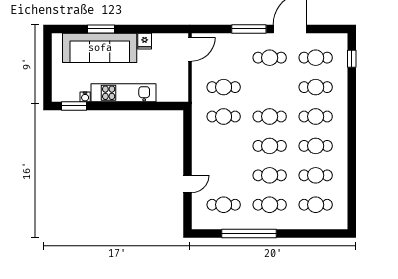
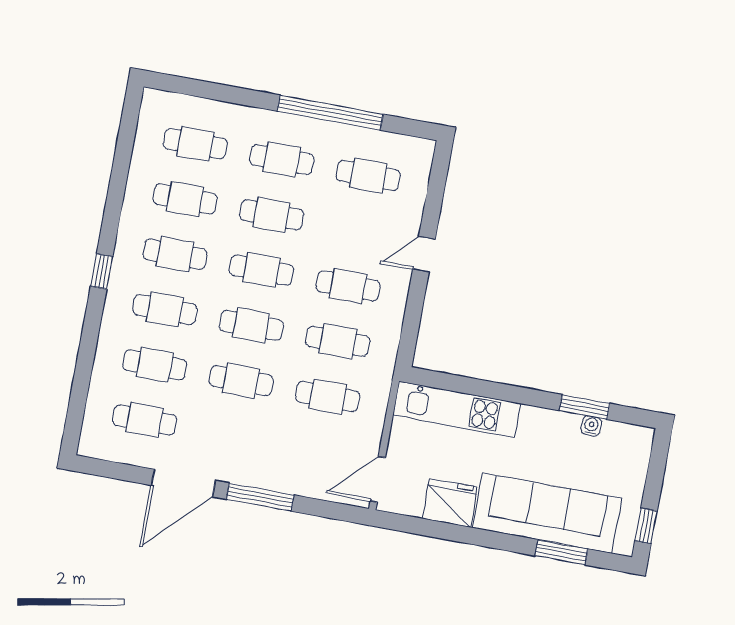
window: (101, 29) -> (561, 552), moved
fridge: (145, 41) -> (450, 503), width x1.88, depth x1.34
window: (47, 51) -> (646, 526), added
cafe table: (270, 58) -> (241, 381), moved
window: (352, 59) -> (102, 271), moved
kitchen unit: (123, 93) -> (457, 409), moved
window: (74, 106) -> (585, 407), moved
cafe table: (224, 146) -> (348, 286), added
door: (187, 184) -> (424, 254), moved

